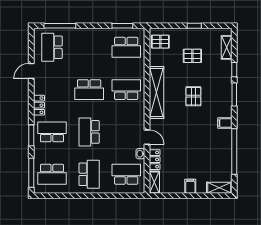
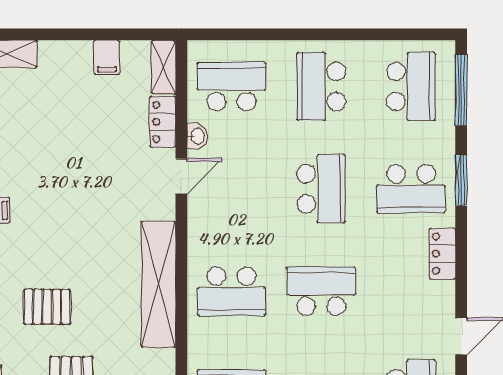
pallet: (193, 96) -> (47, 307), moved, turned 90
door: (147, 137) -> (181, 176), swing flipped
school desk: (52, 174) -> (411, 86), turned 90
school desk: (126, 174) -> (232, 86), turned 180
filing cabinet: (190, 186) -> (107, 57), moved

